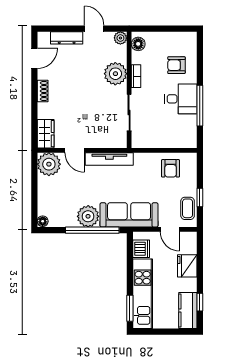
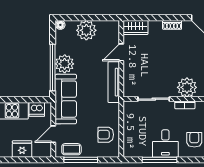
plant: (49, 164) -> (86, 30), moved
window: (200, 198) -> (81, 160), width x2.17

